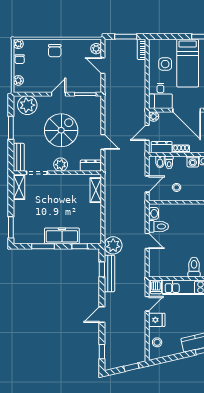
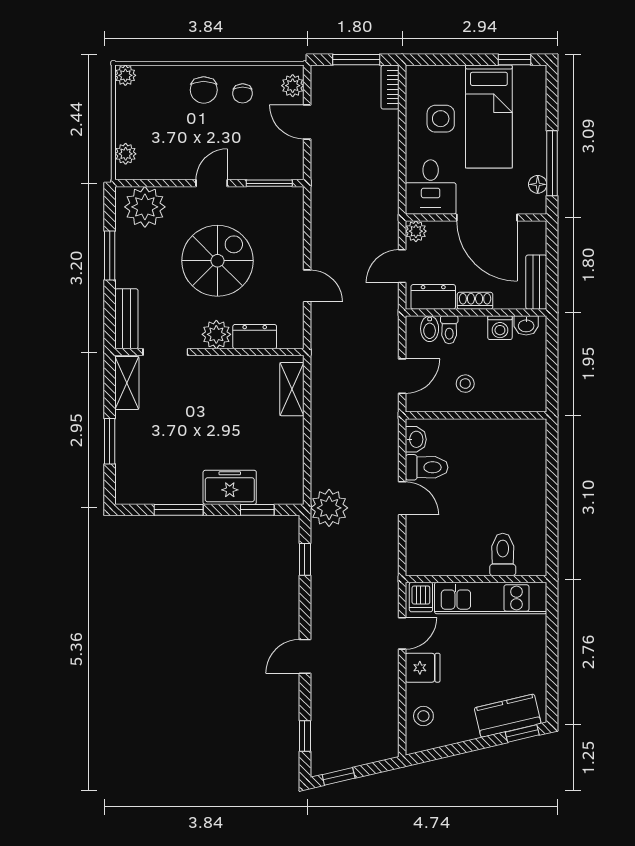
chair: (20, 59) -> (243, 93), moved
dresser: (91, 166) -> (255, 337), moved
window: (11, 227) -> (110, 441), moved
freezer: (62, 236) -> (230, 487), width x0.71
bench: (110, 273) -> (321, 568), removed
window: (131, 367) -> (339, 776), moved

